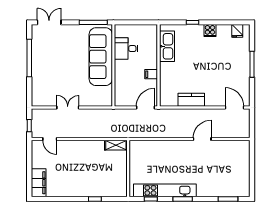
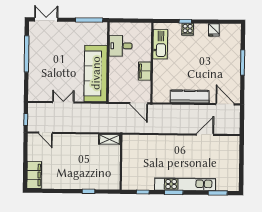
cooker: (210, 31) -> (188, 29), moved
fridge: (237, 31) -> (214, 30), moved
sofa: (101, 57) -> (96, 73), moved
filing cabinet: (151, 74) -> (145, 71), width x2.00
kitchen counter: (191, 100) -> (190, 96), width x1.50
door: (145, 108) -> (139, 103), swing flipped
door: (202, 139) -> (205, 135), moved
kitchen unit: (165, 190) -> (185, 184), moved

